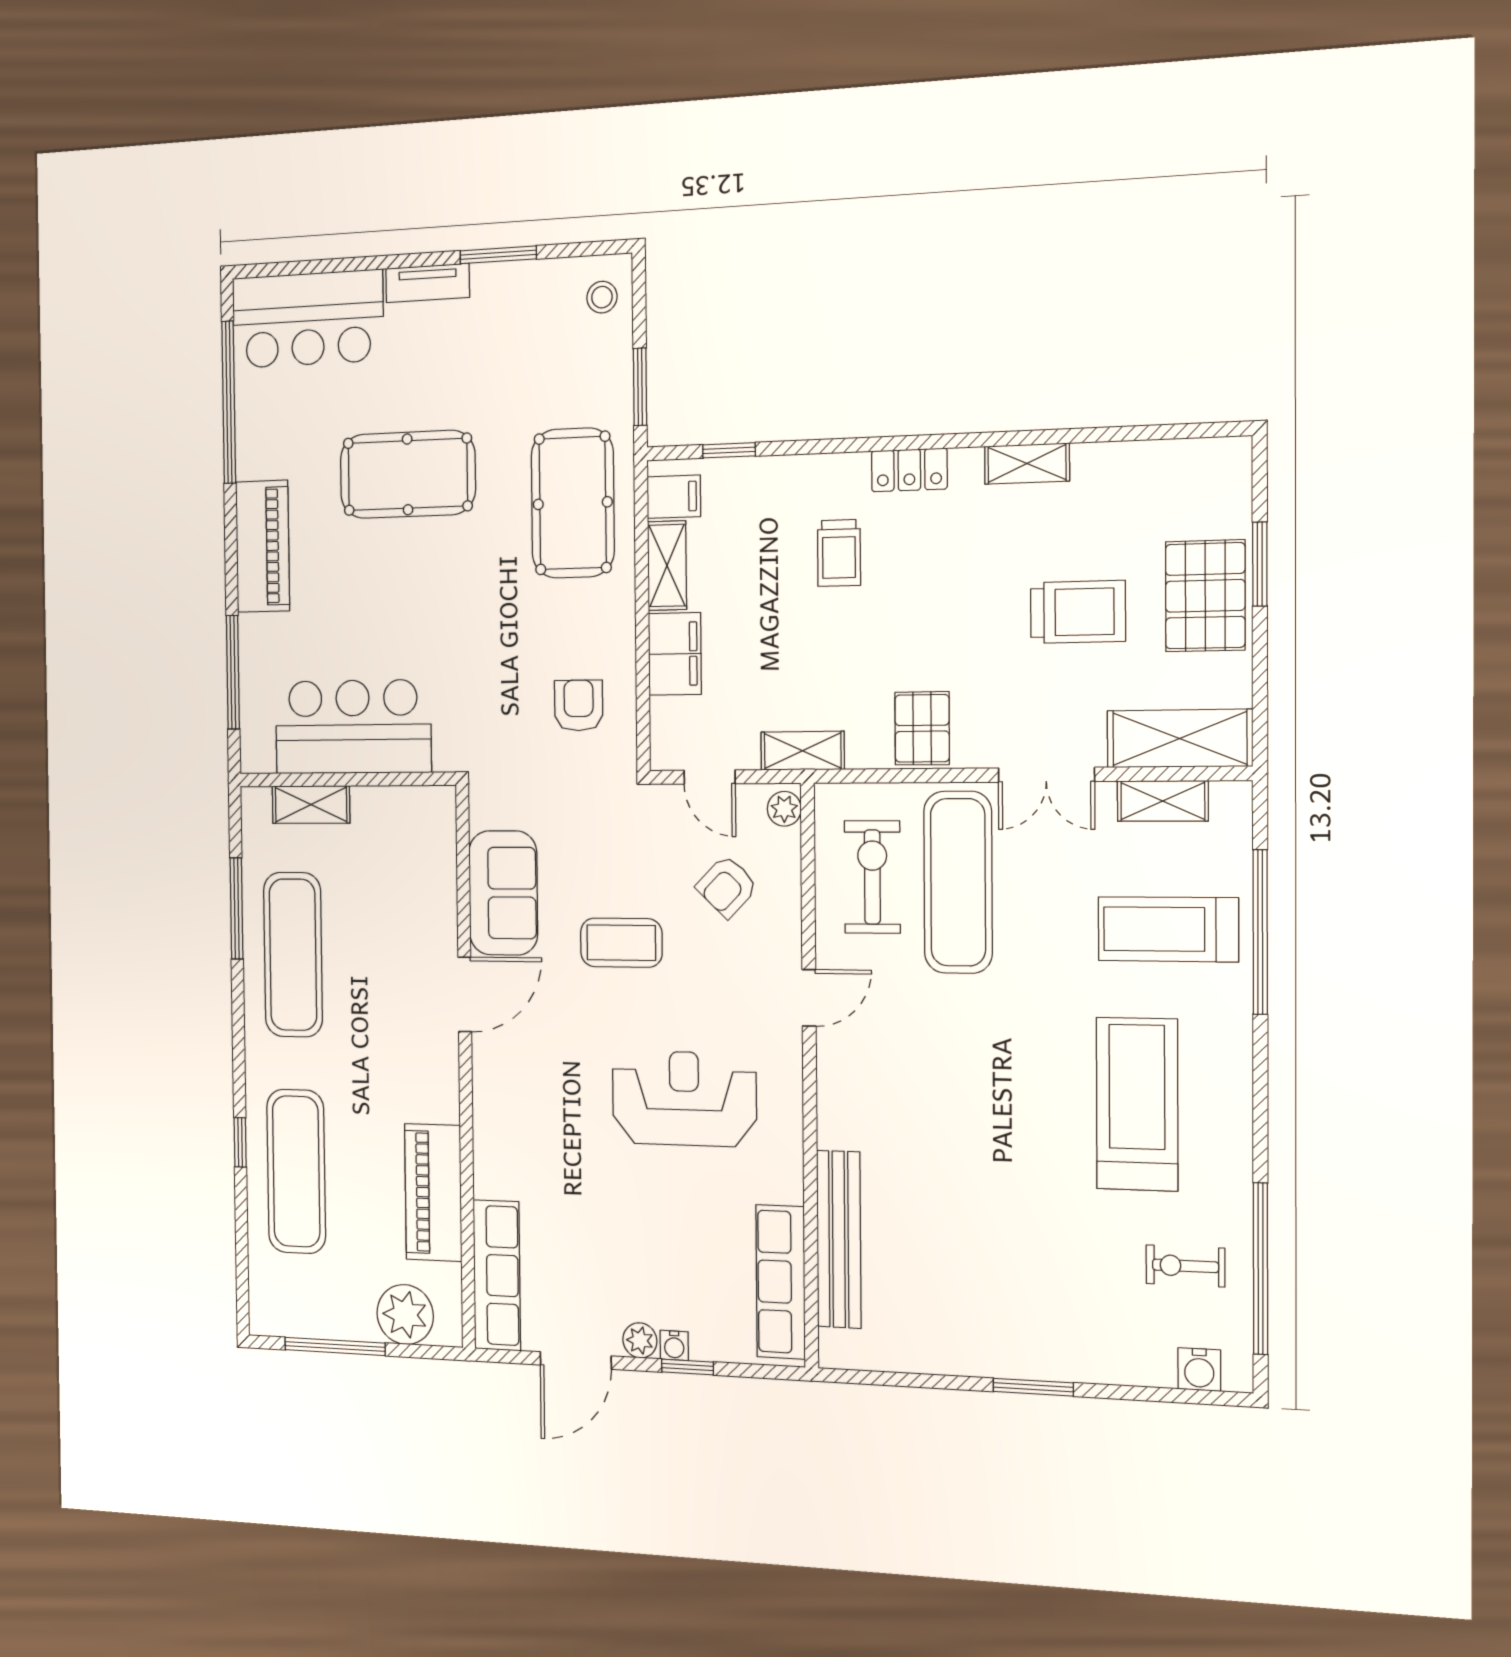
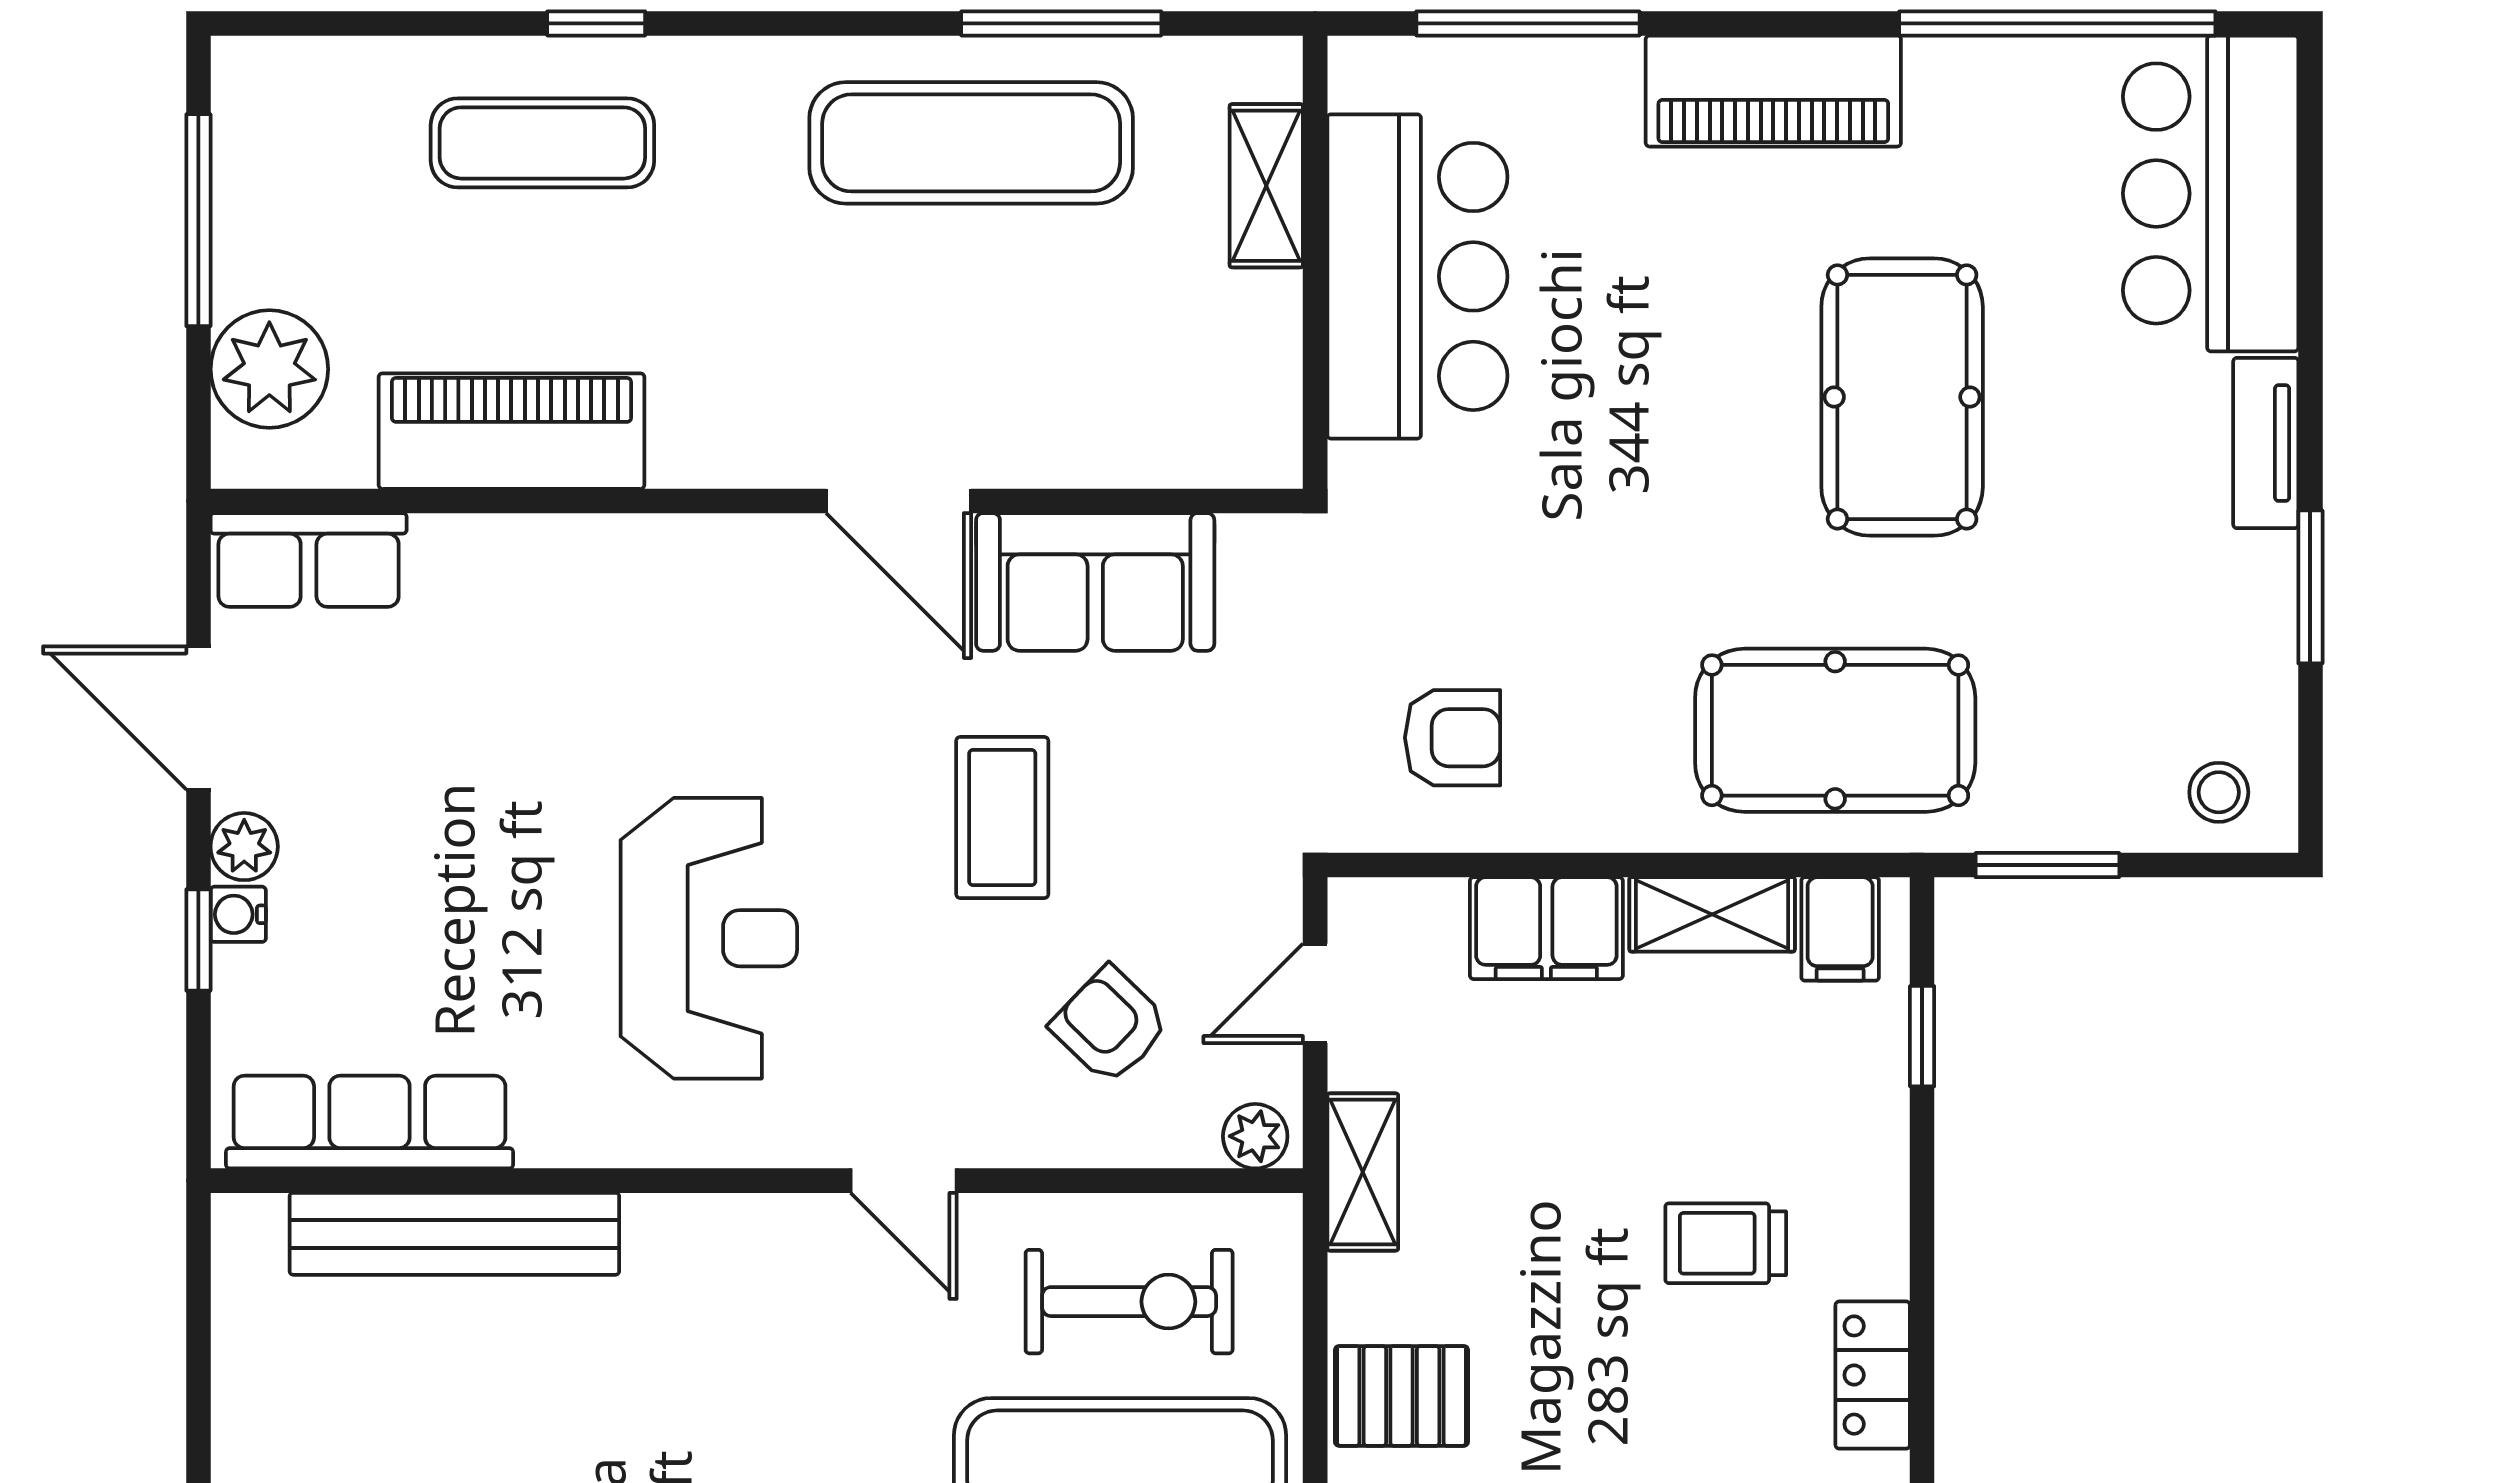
exercise mat: (296, 1171) -> (542, 143), width x0.73, depth x0.69
row of seats: (497, 1275) -> (309, 560), width x0.68

